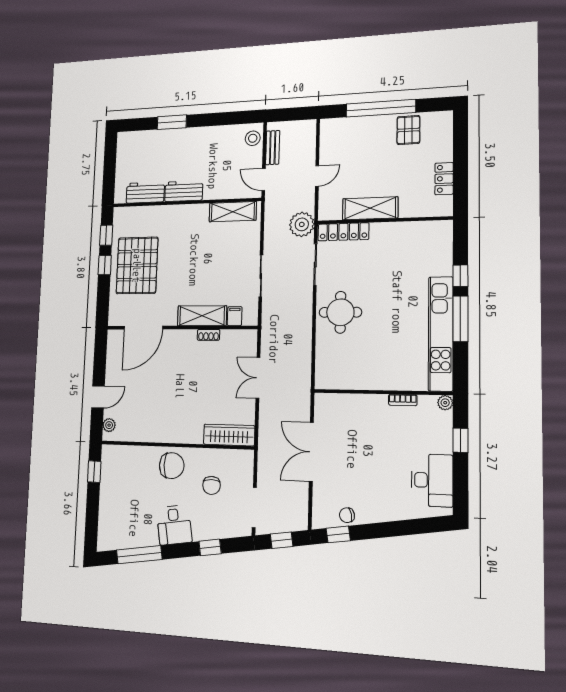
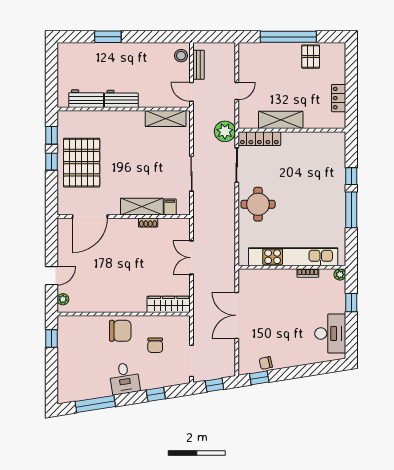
kitchen unit: (441, 334) -> (293, 257), moved, turned 90

